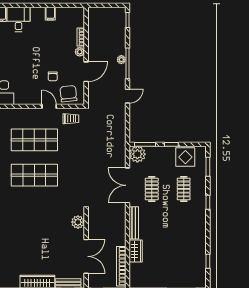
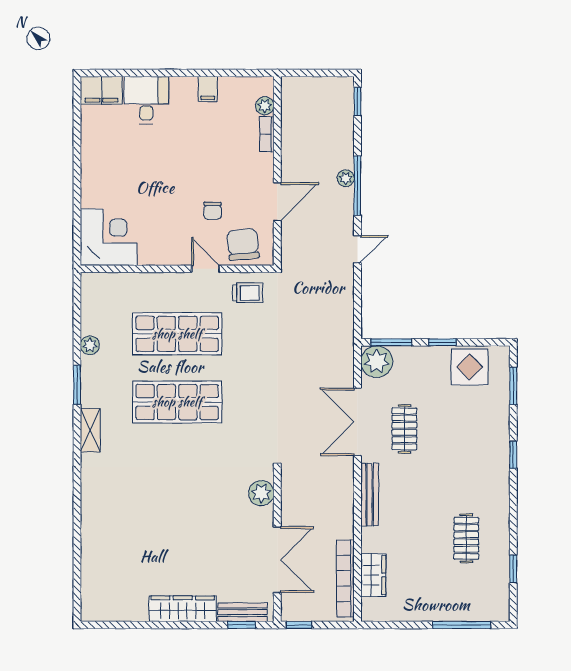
plant: (80, 52) -> (265, 106), moved
clothes rail: (184, 189) -> (466, 538), moved
wardrobe: (136, 251) -> (373, 575), moved

